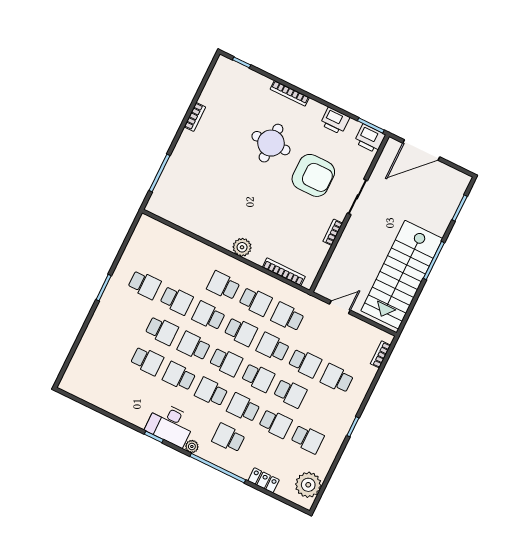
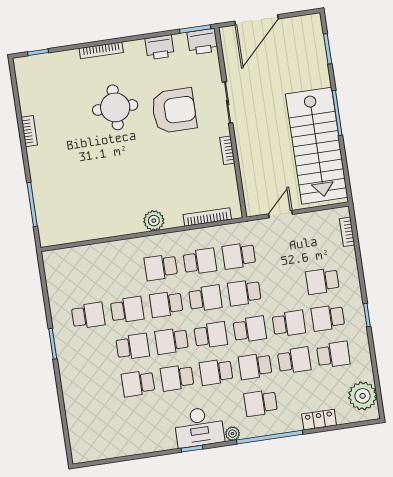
school desk: (147, 361) -> (138, 383), turned 180
school desk: (305, 363) -> (328, 318), moved, turned 180

